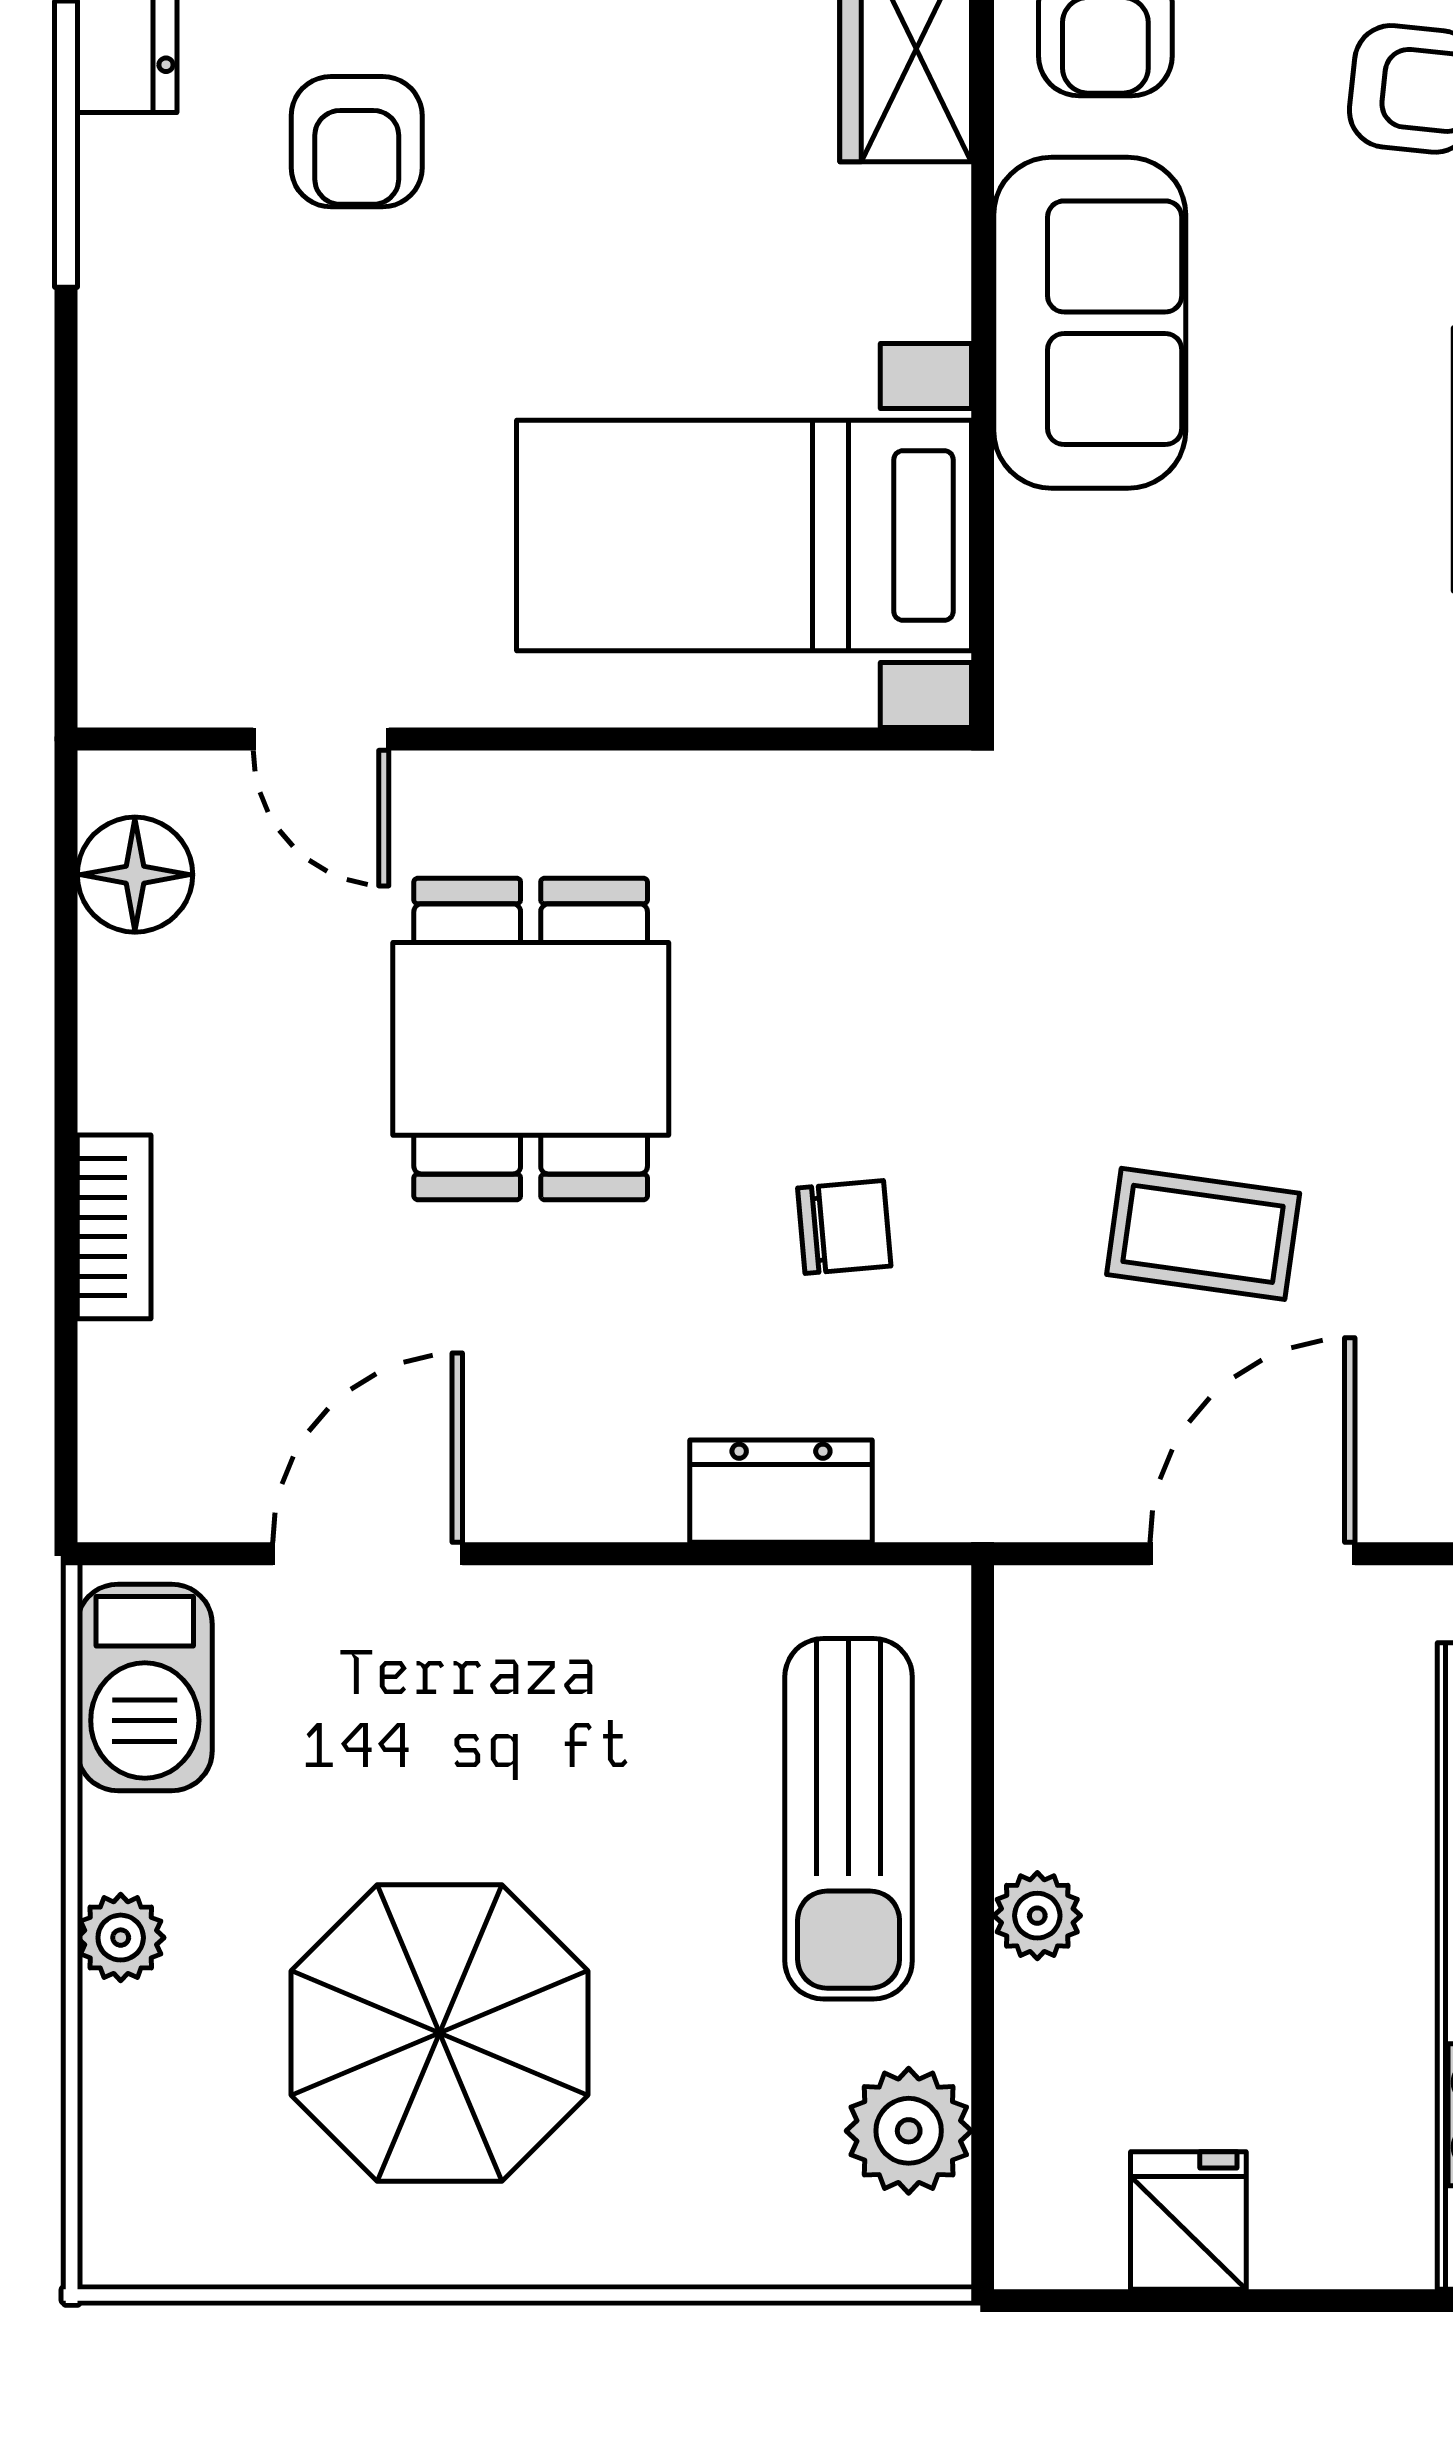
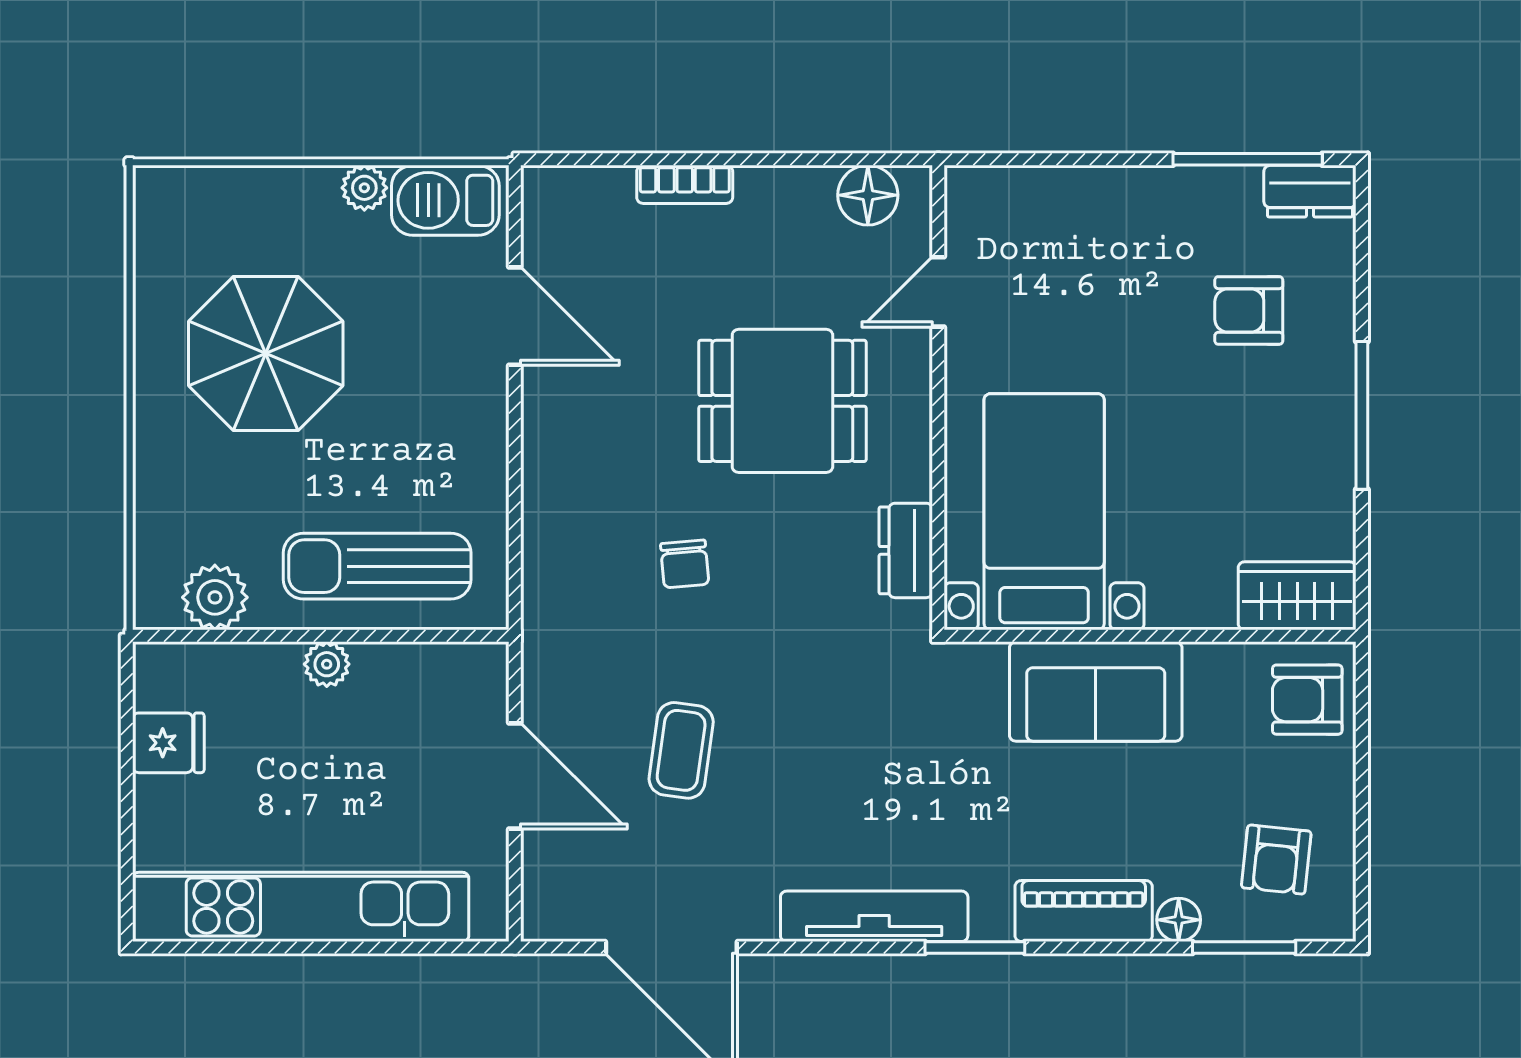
sofa: (1090, 323) -> (1096, 691), moved
dresser: (781, 1491) -> (906, 550), moved, turned 180
plant: (121, 1938) -> (364, 188), moved

